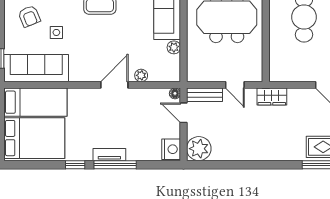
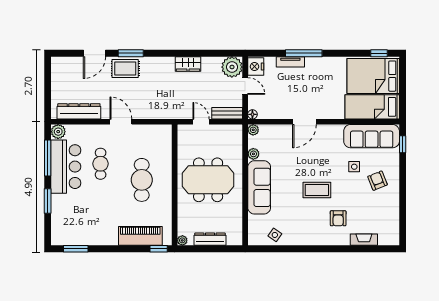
plant: (141, 75) -> (253, 130), moved
wardrobe: (272, 97) -> (188, 64), moved, turned 180
door: (184, 113) -> (245, 86), moved
tv unit: (109, 155) -> (290, 62), moved
window: (75, 165) -> (379, 53), moved

